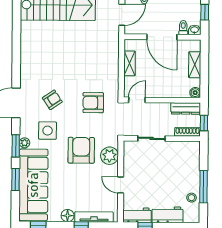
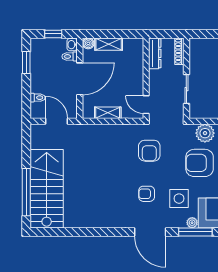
boiler: (195, 93) -> (88, 43), moved
armchair: (52, 100) -> (147, 194), turned -56
window: (204, 123) -> (170, 34), removed
window: (16, 146) -> (195, 232), width x1.44

